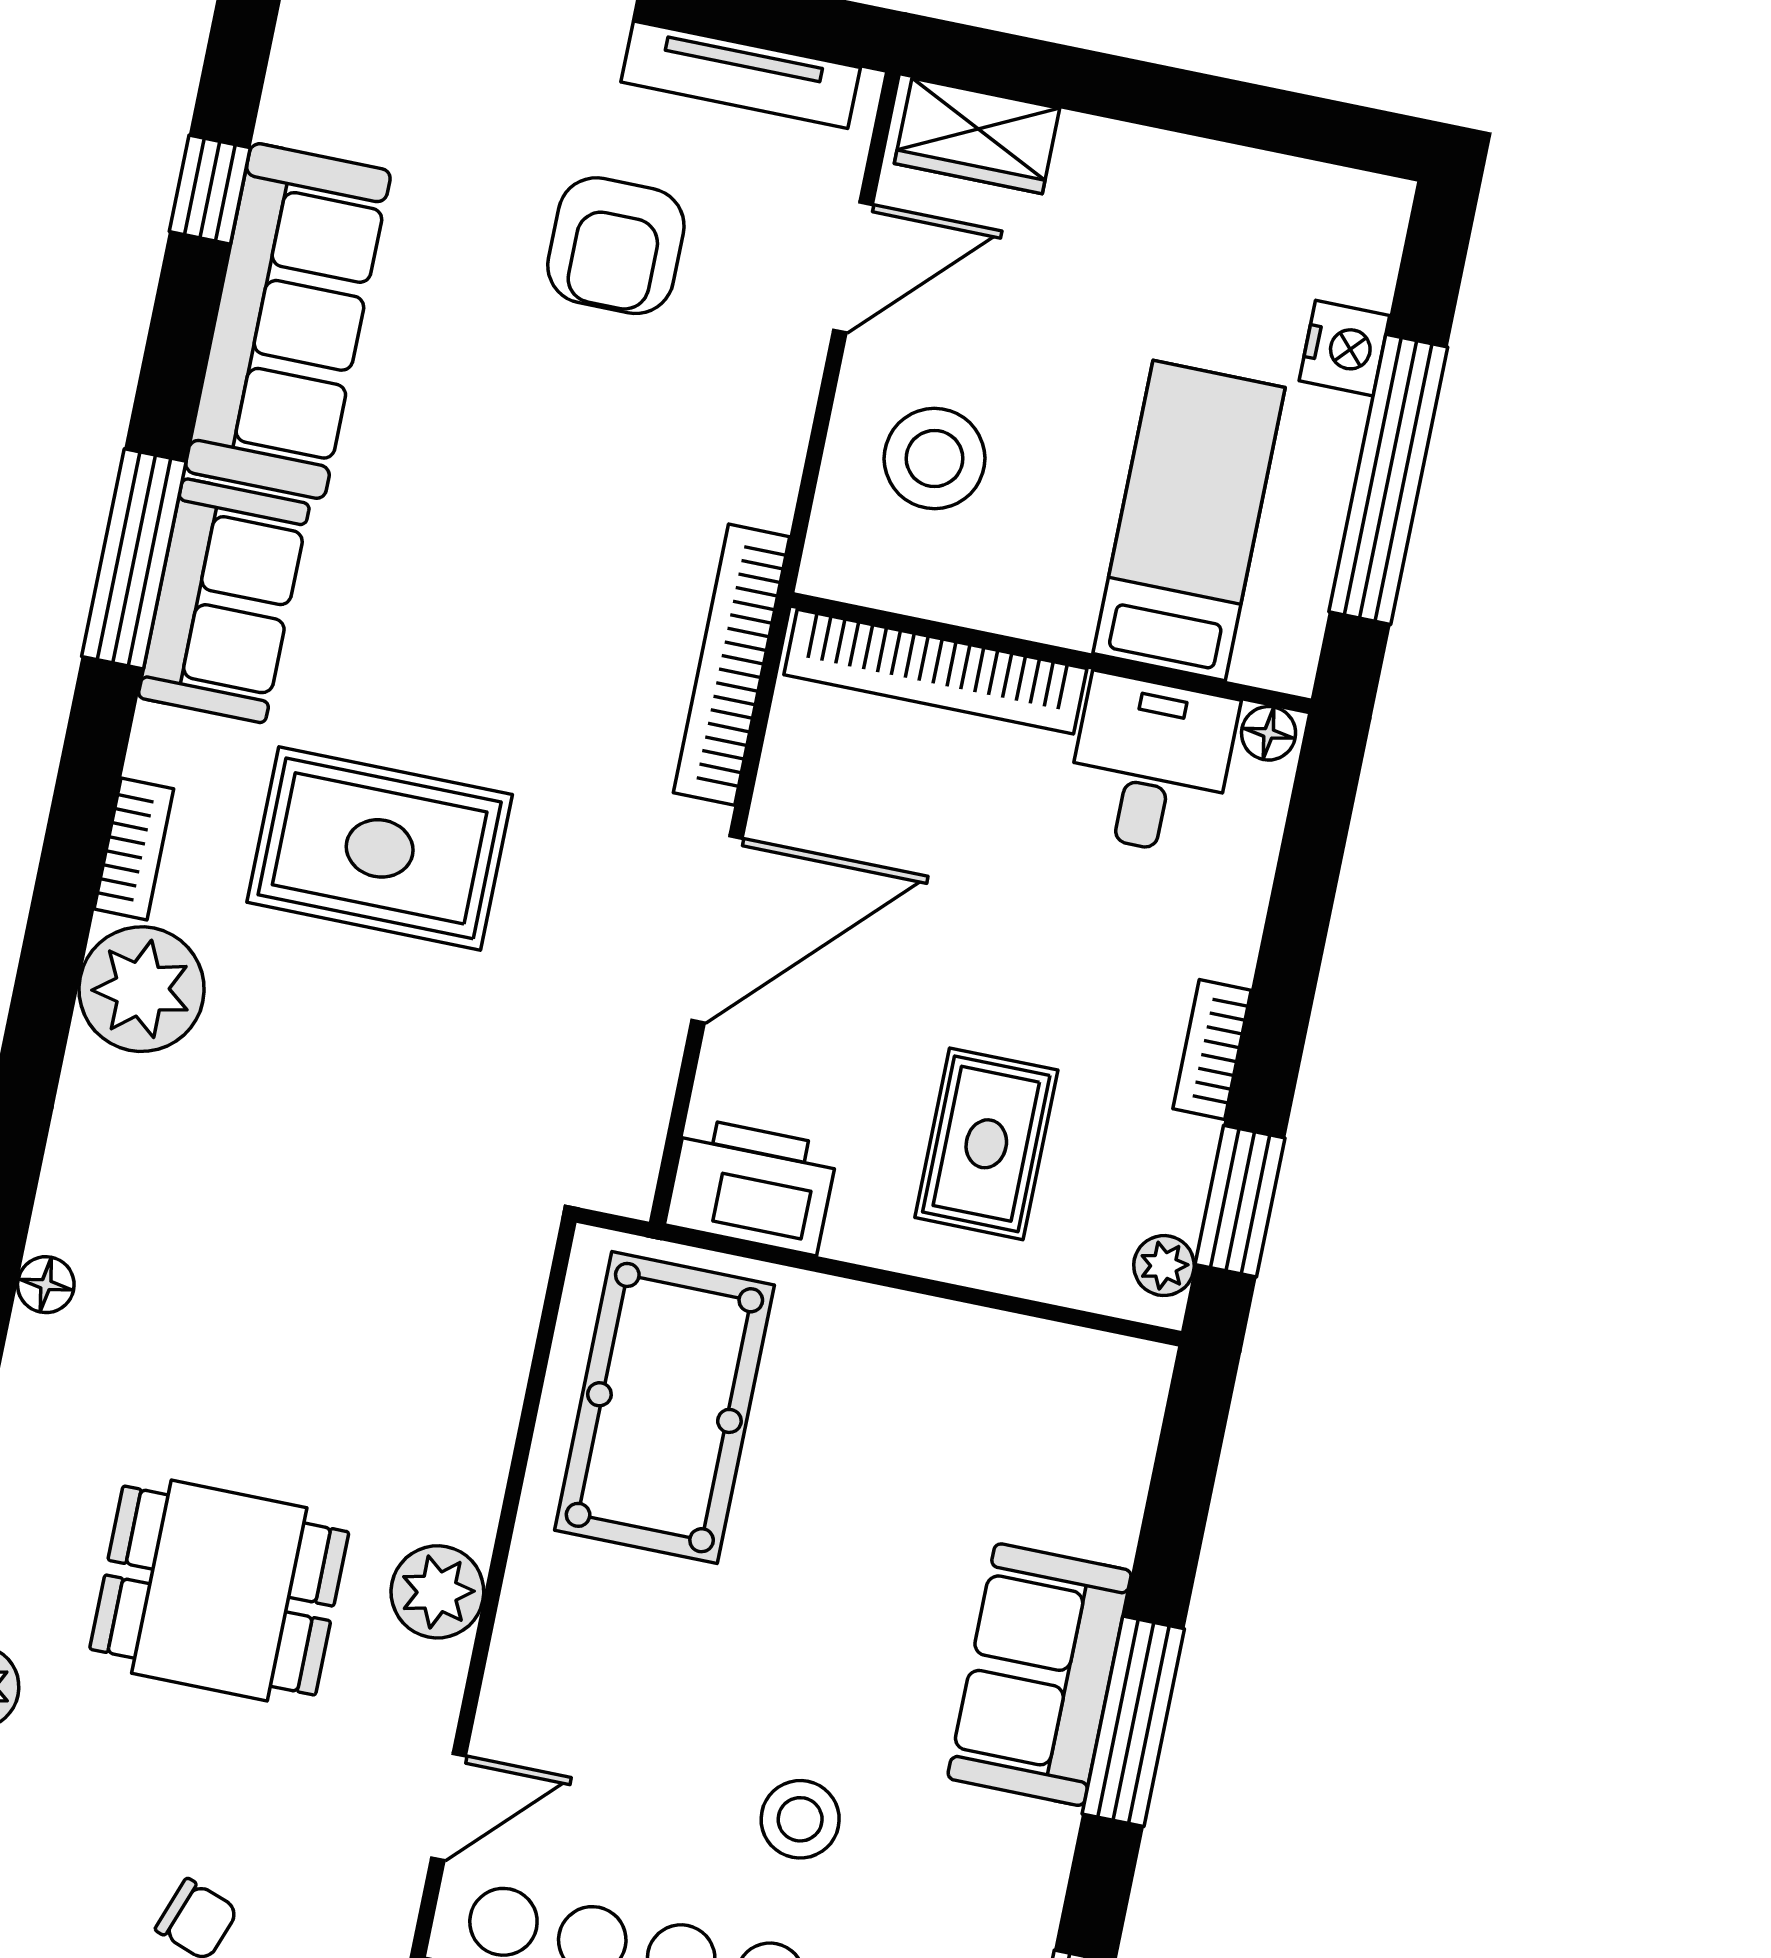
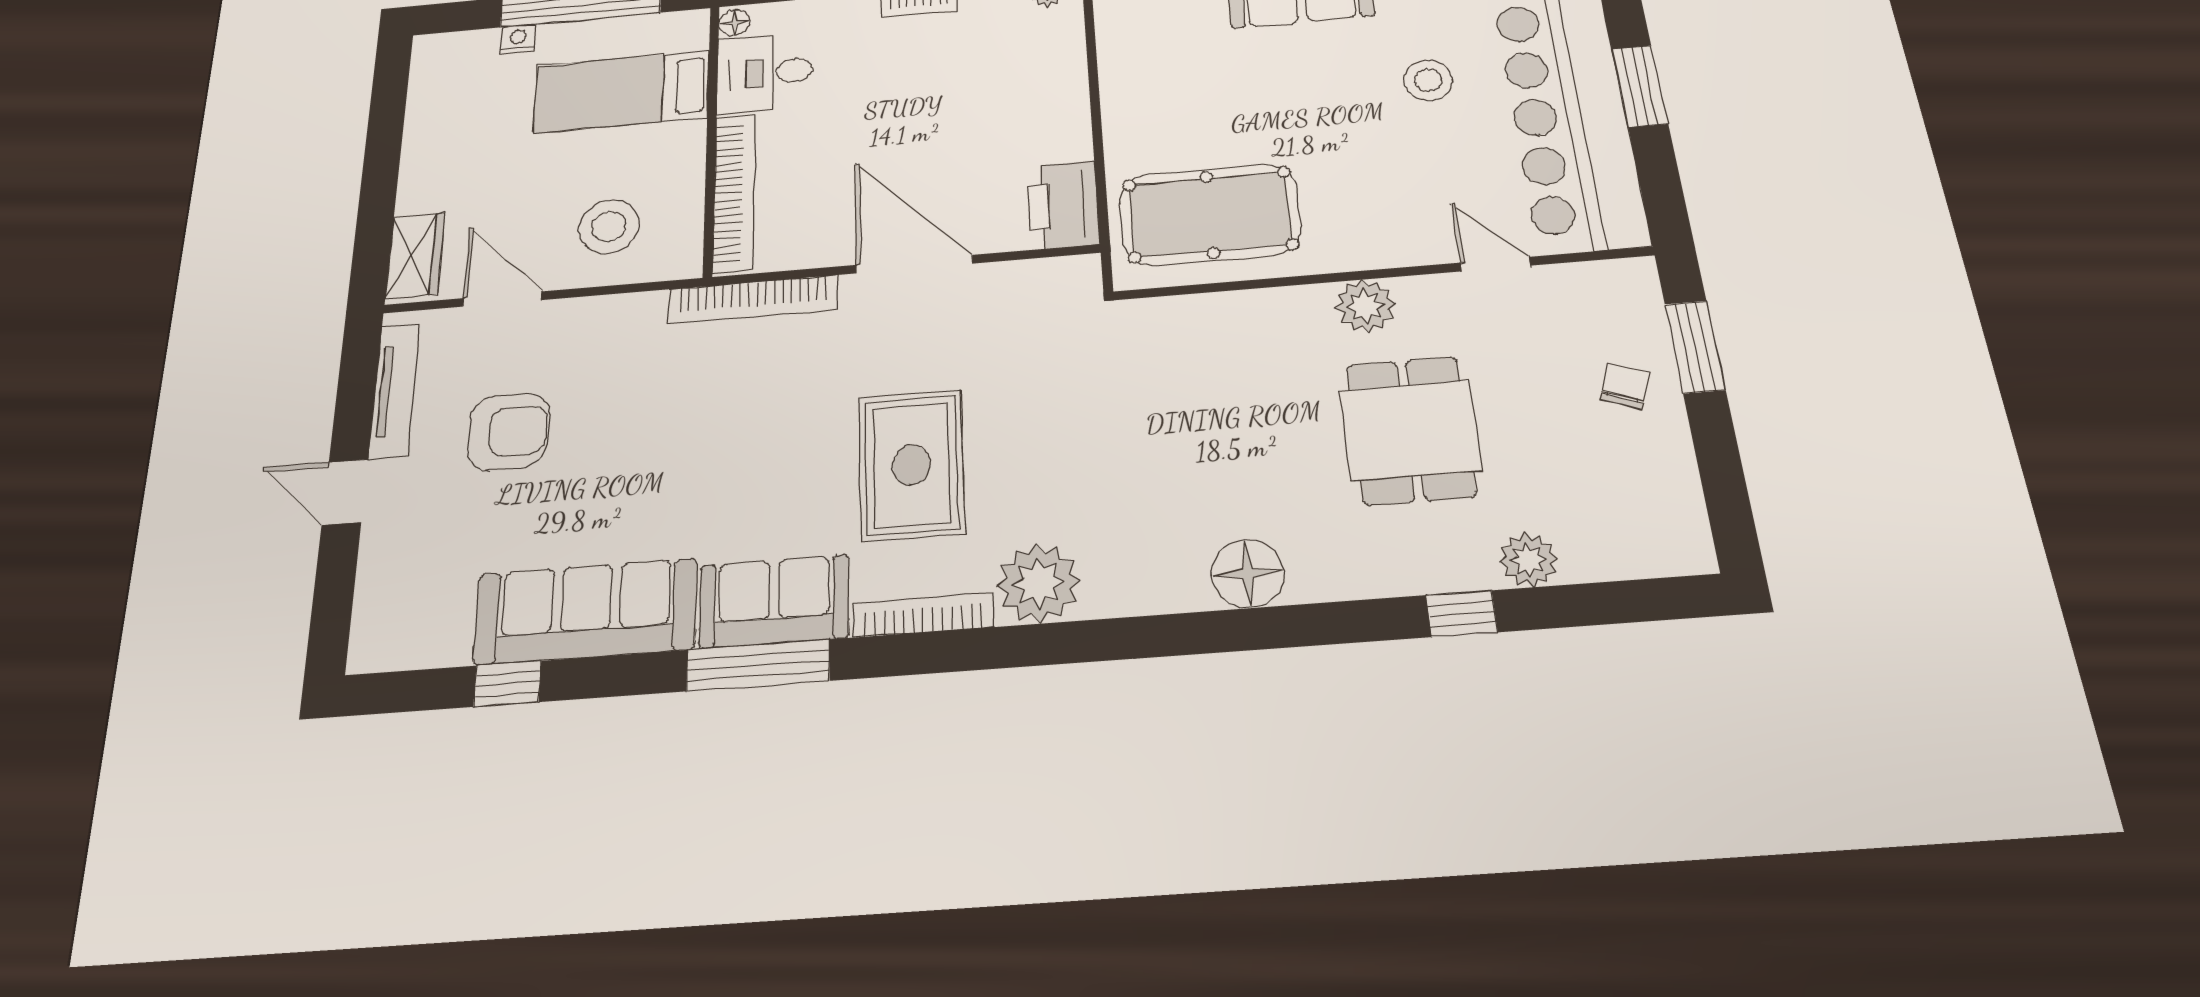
nightstand: (1344, 348) -> (518, 39), width x0.72, depth x0.74
bookcase: (134, 849) -> (923, 615), width x1.56
rug: (986, 1144) -> (1003, 94), removed
floor lamp: (46, 1285) -> (1248, 574), width x1.89, depth x1.89

